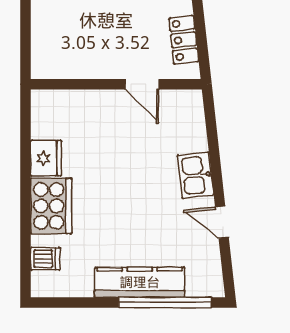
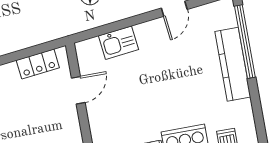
kitchen sink: (196, 175) -> (119, 43), moved

